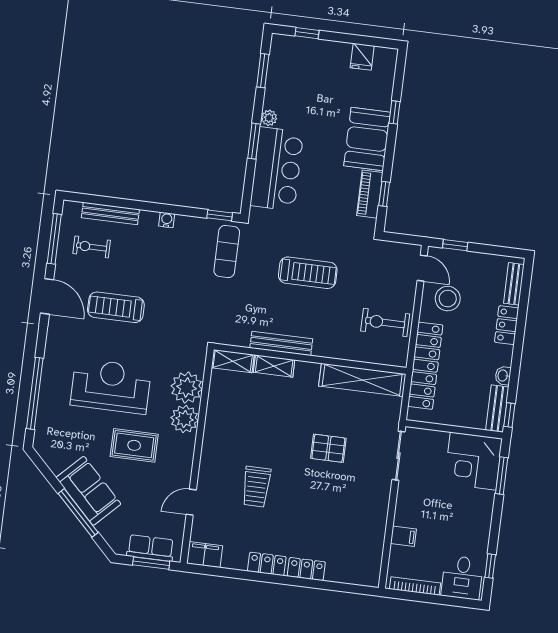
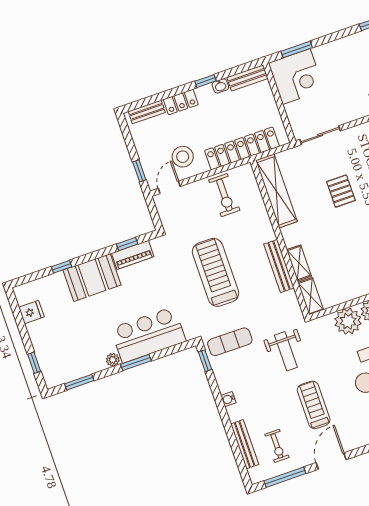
treadmill: (308, 273) -> (216, 272), width x1.37, depth x1.38
weight bench: (187, 306) -> (286, 351), added
treadmill: (116, 307) -> (314, 405), turned 180
window: (509, 415) -> (205, 81), moved

